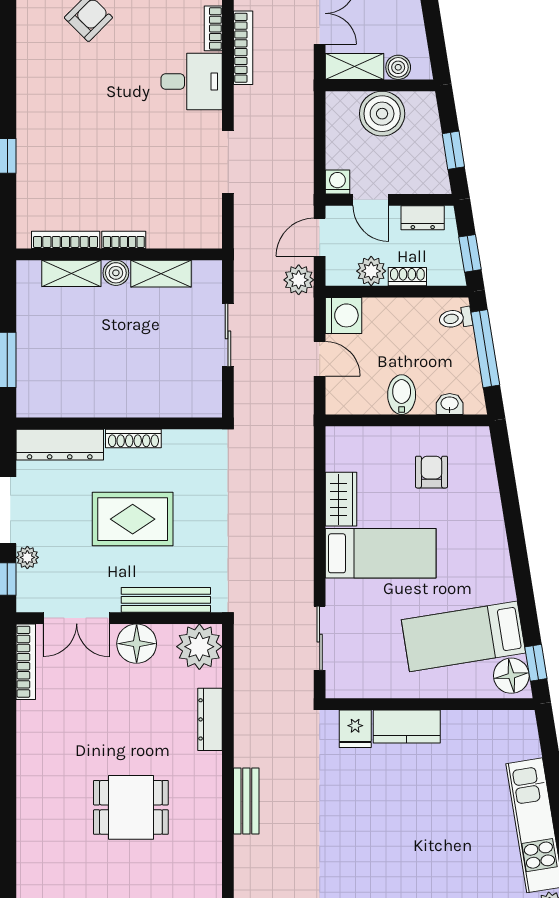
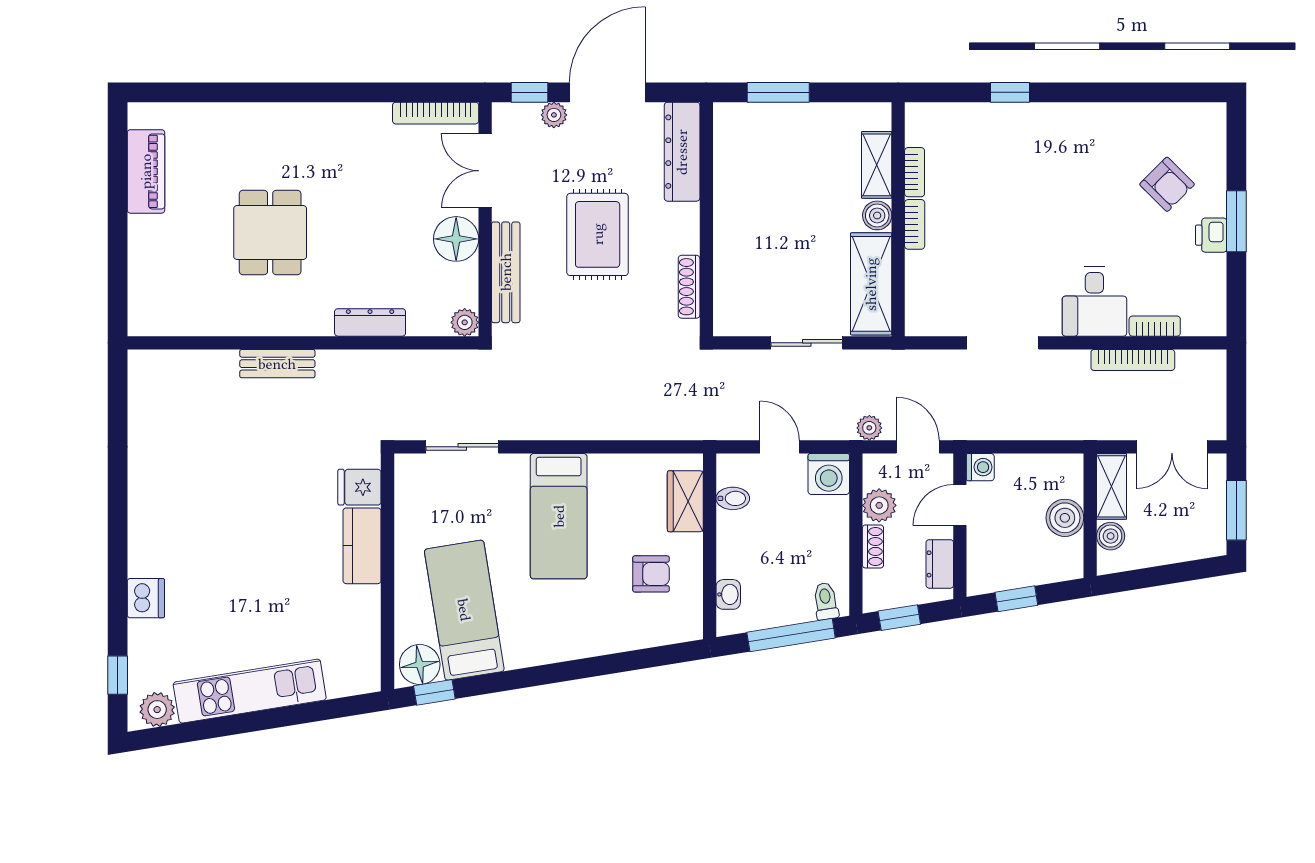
boiler: (382, 114) -> (1065, 518), width x0.73, depth x0.73
bookcase: (66, 240) -> (915, 172), width x0.64
shelving: (161, 274) -> (871, 284), width x1.50, depth x1.33
plant: (299, 280) -> (869, 428), width x0.73, depth x0.73
door: (320, 359) -> (780, 447), swing flipped
bidet: (402, 395) -> (733, 498), moved, width x0.72, depth x0.74
shoe rack: (133, 438) -> (689, 287), moved
wardrobe: (341, 499) -> (685, 501), moved, turned 90
plant: (199, 647) -> (465, 322), width x0.53, depth x0.53

